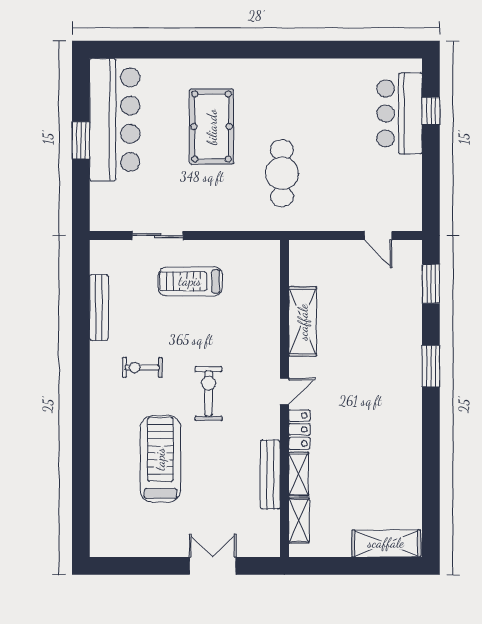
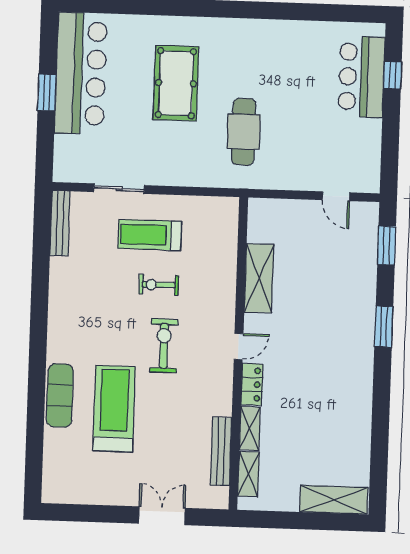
bench: (99, 307) -> (60, 223), moved
exercise bike: (142, 367) -> (159, 285), moved
exercise mat: (105, 447) -> (60, 395), added
bench: (270, 475) -> (221, 451), moved

